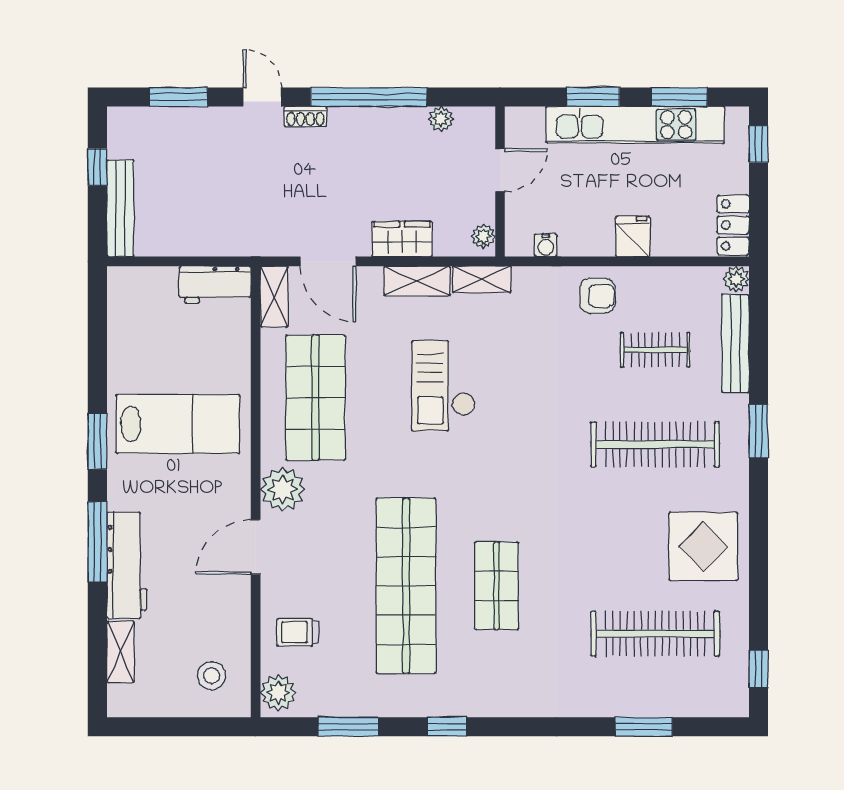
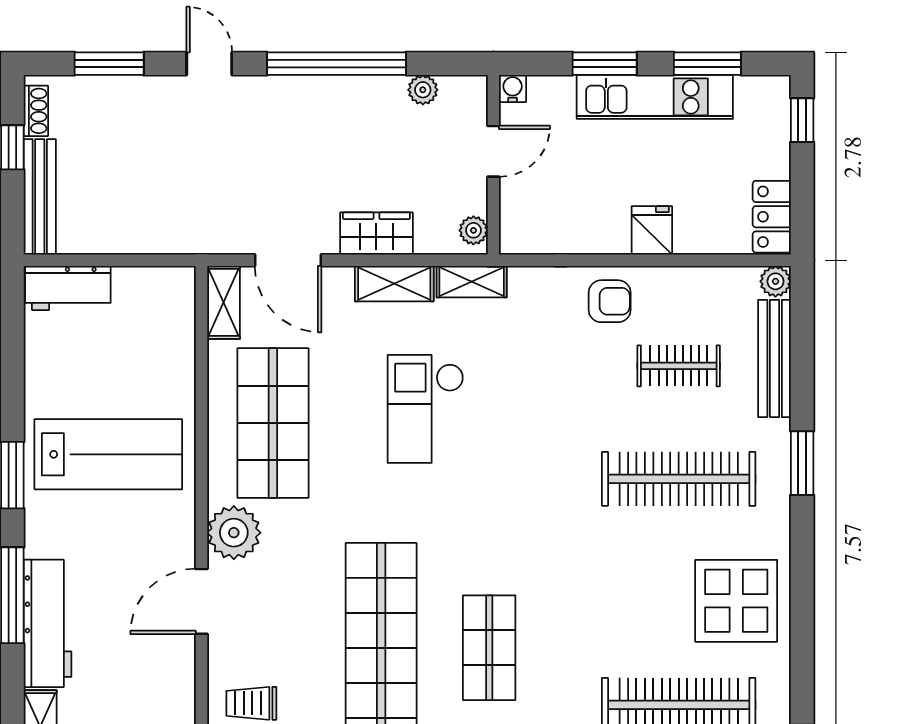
shoe rack: (305, 117) -> (36, 111), moved, turned -90
kitchen unit: (635, 125) -> (655, 97), width x0.73
water cooler: (546, 245) -> (513, 88), moved, turned 180
workbench: (215, 285) -> (68, 288), moved

